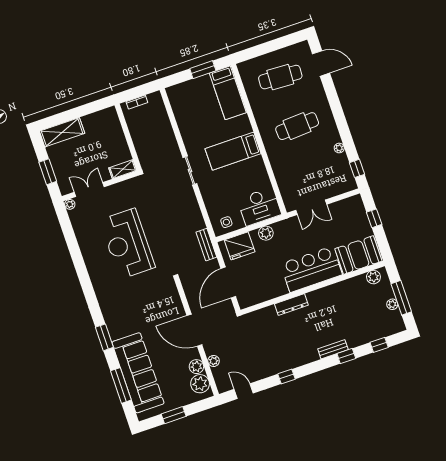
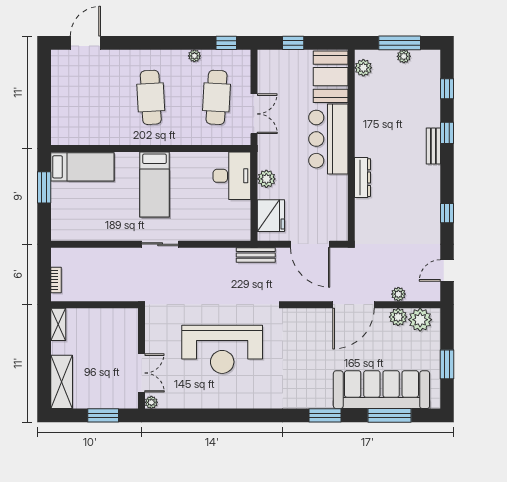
cafe table: (280, 77) -> (216, 97), moved
shelving: (123, 169) -> (58, 324), moved
double door: (89, 190) -> (142, 373), swing flipped
side table: (226, 222) -> (237, 222), removed

